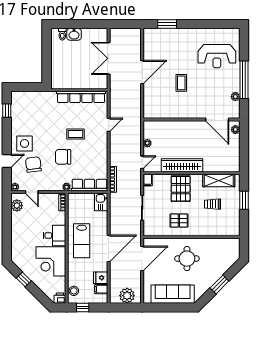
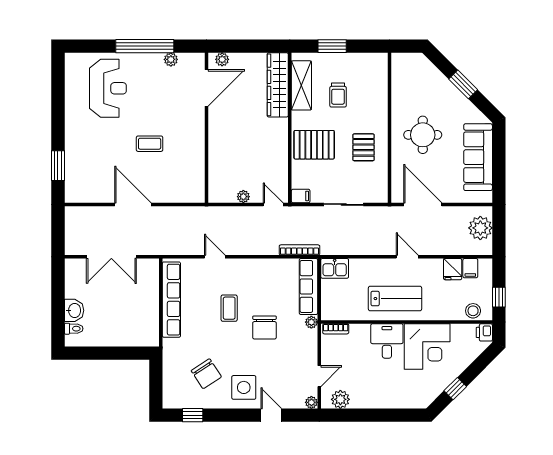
chair: (33, 165) -> (206, 374), moved, turned -116
wardrobe: (182, 165) -> (278, 85), moved
door: (109, 249) -> (407, 257), width x0.53

